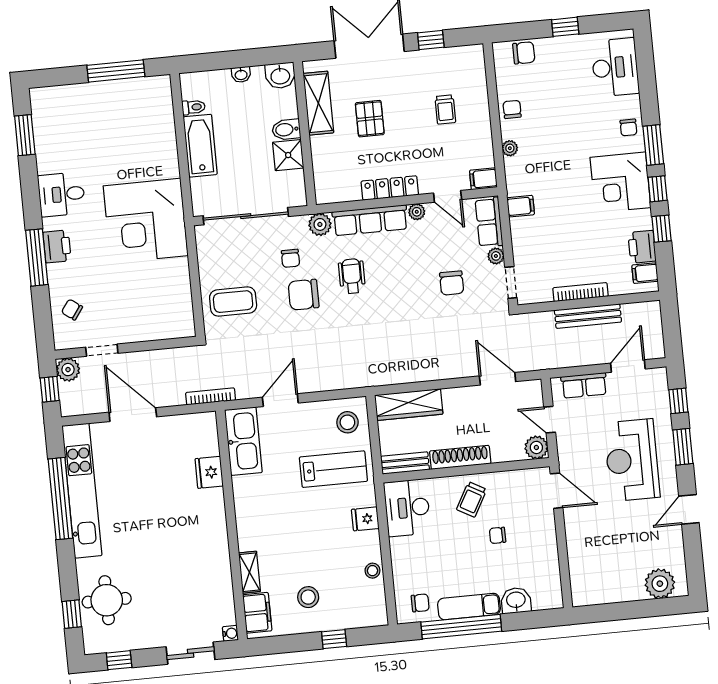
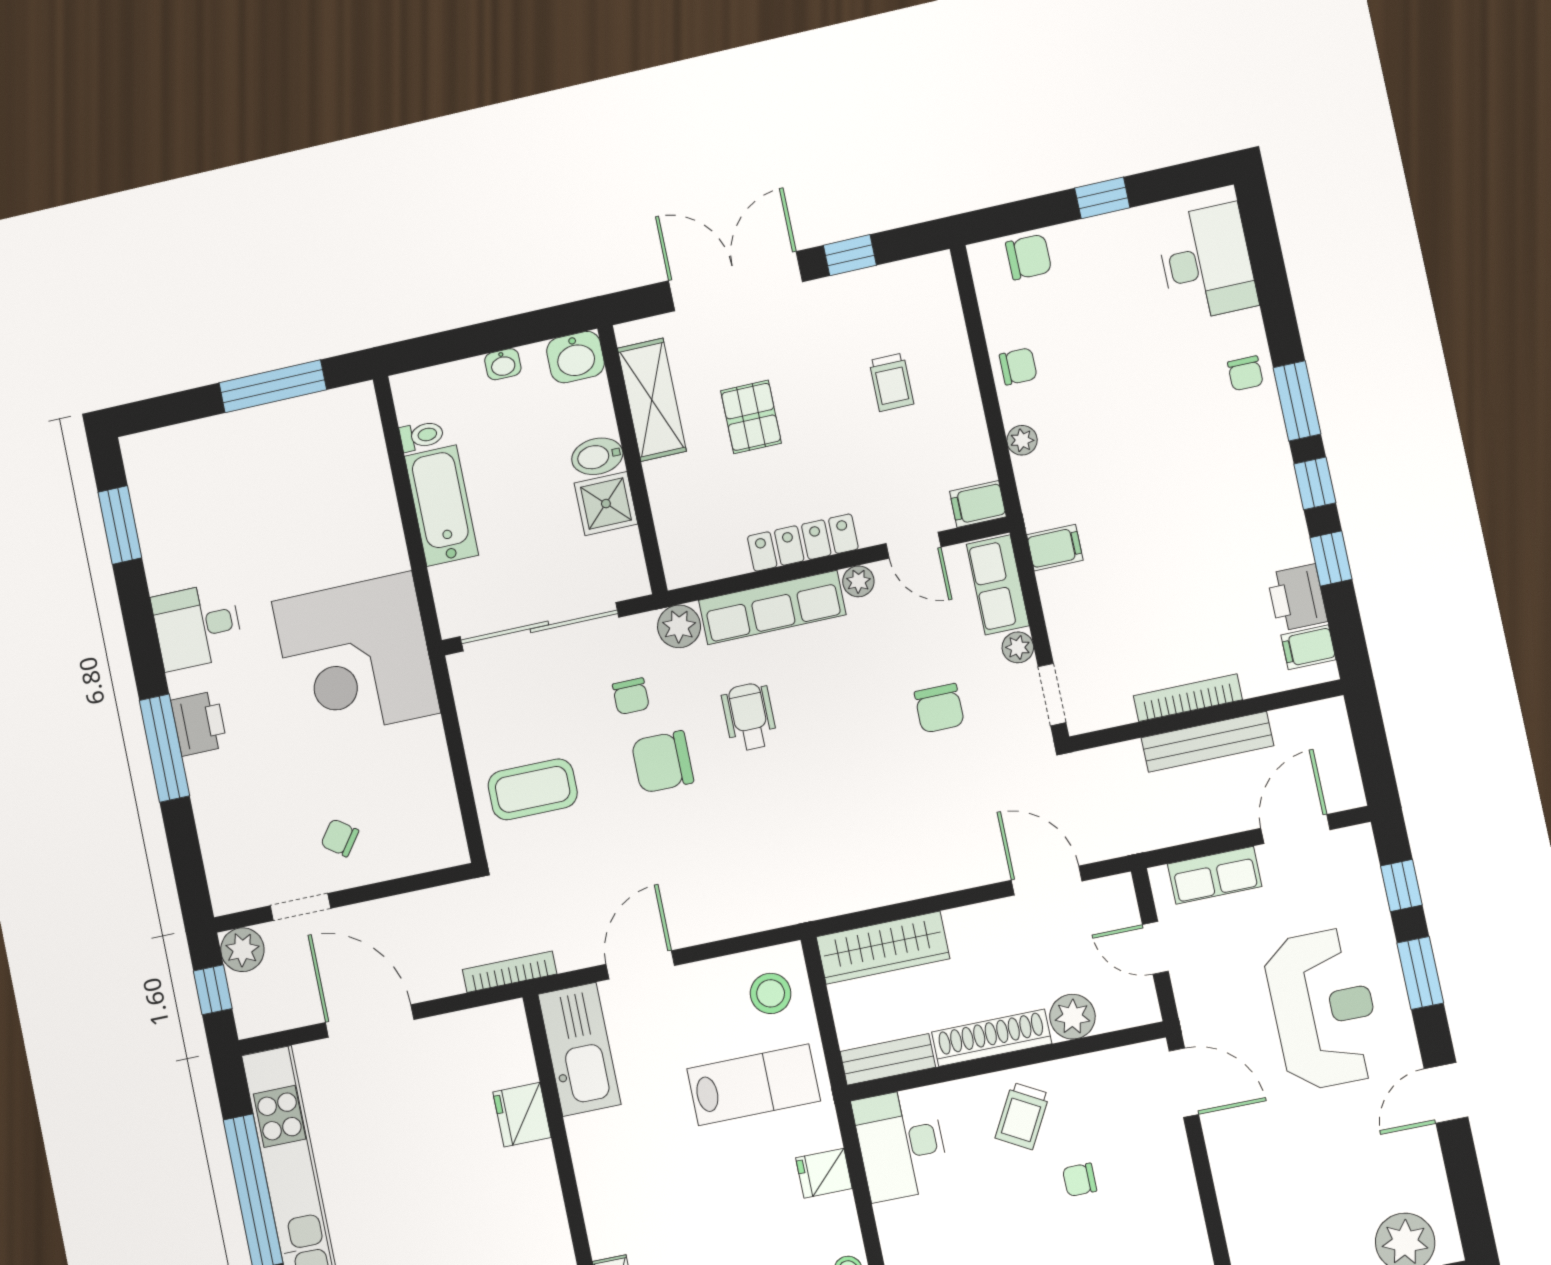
chair: (512, 109) -> (1018, 366), turned 90
corner desk: (620, 182) -> (1242, 480), removed
chair: (72, 310) -> (340, 838), moved
plant: (536, 447) -> (1072, 1017), moved
reception desk: (632, 460) -> (1324, 1009), turned 180

